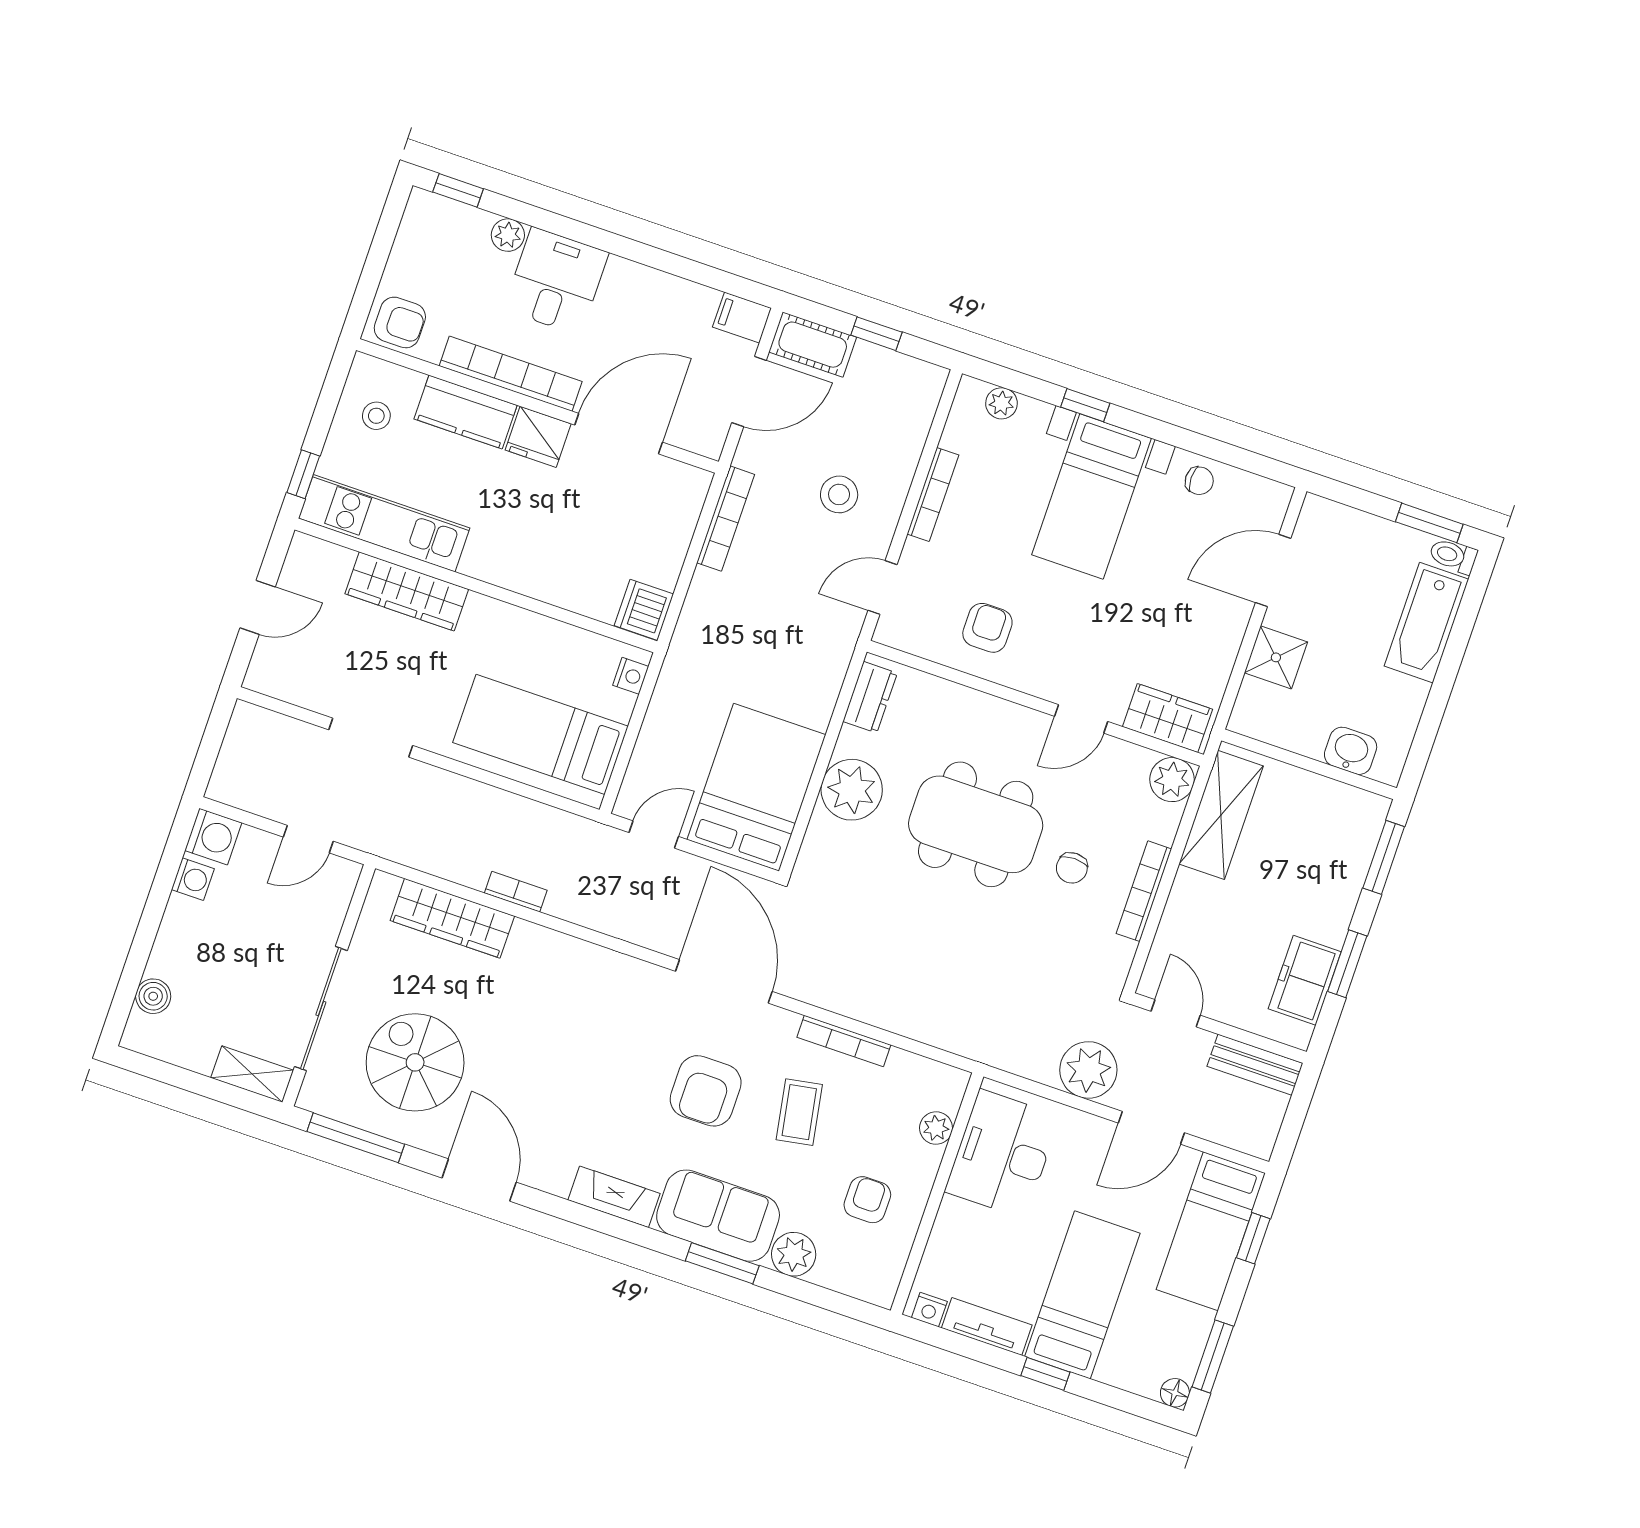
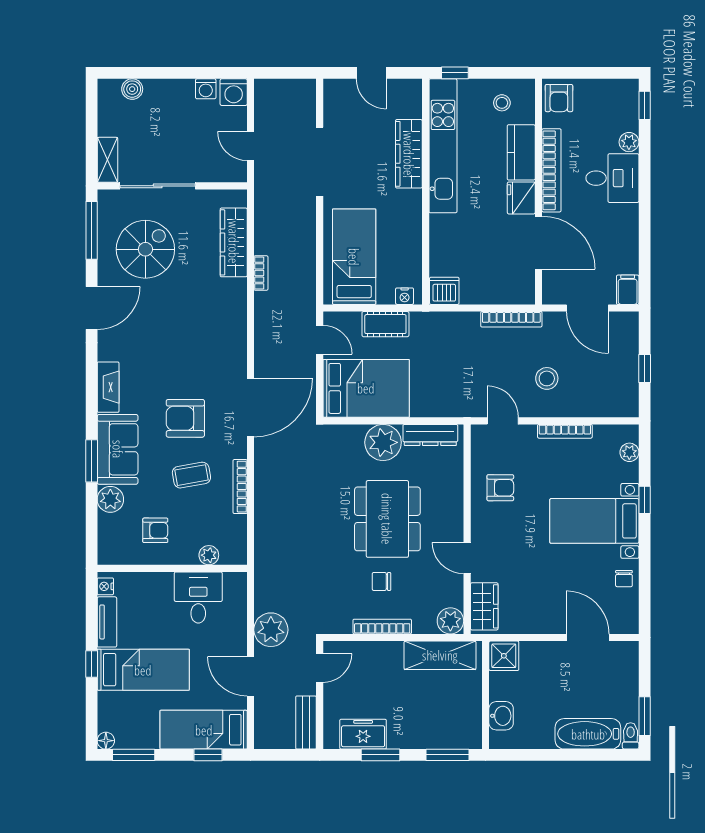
cot: (813, 345) -> (385, 324), moved, turned 90
kitchen unit: (384, 523) -> (443, 146), width x1.36
shower: (1276, 657) -> (504, 656), moved
dresser: (870, 697) -> (430, 435), width x1.44
doorway: (371, 738) -> (320, 162), width x1.36
desk: (1002, 1154) -> (198, 597), width x0.73

